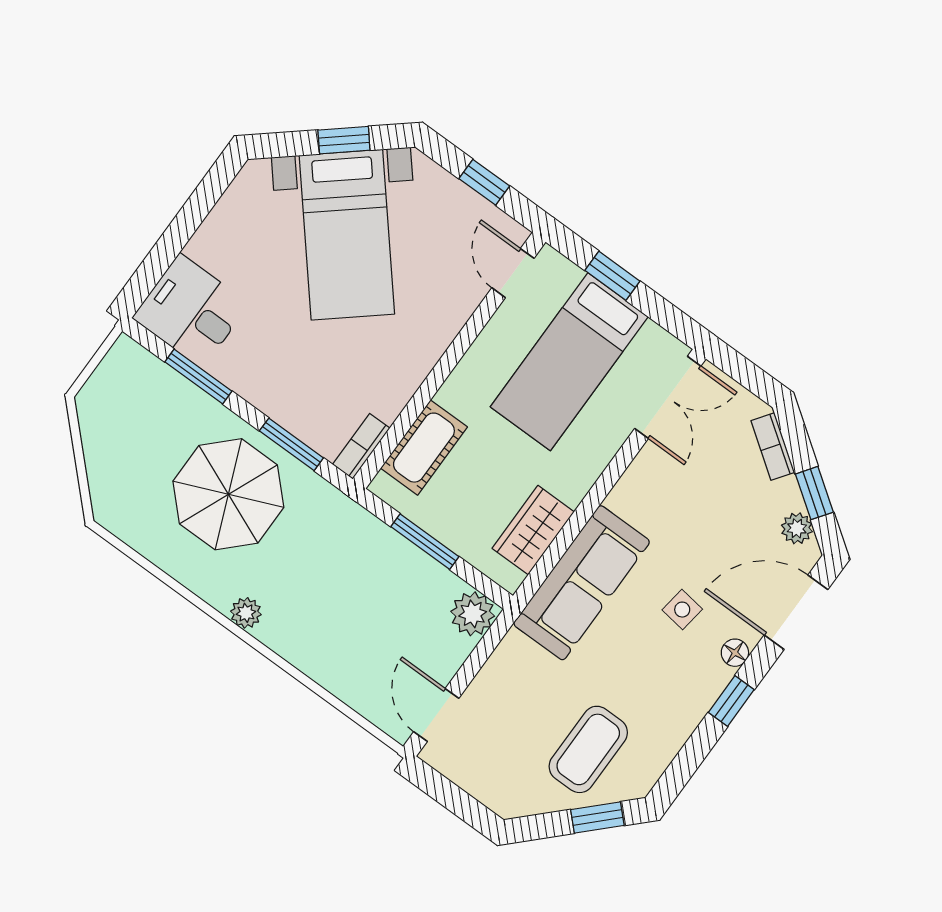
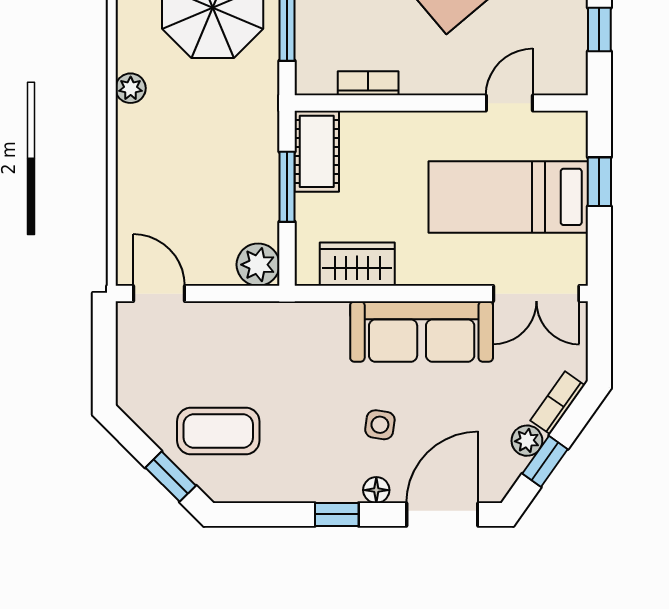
door: (513, 273) -> (509, 103), moved
bookcase: (361, 446) -> (368, 83), moved
cot: (424, 448) -> (317, 151), moved, turned 90
plant: (797, 528) -> (527, 441), moved
sofa: (582, 583) -> (422, 332), moved
door: (796, 612) -> (442, 514), hinge flipped
door: (436, 715) -> (159, 294), hinge flipped

